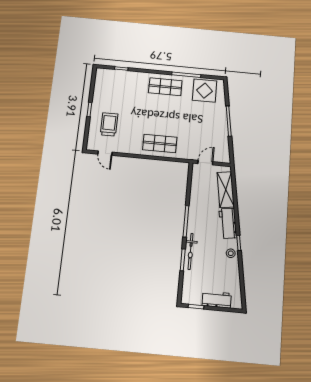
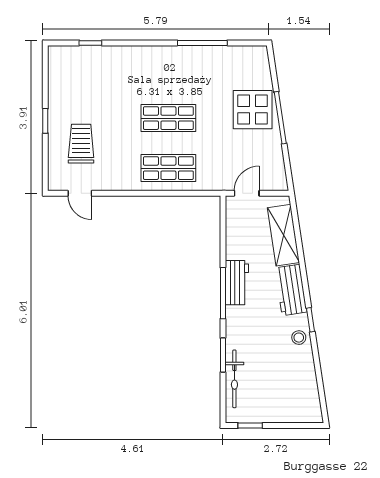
shop shelf: (165, 87) -> (168, 118), moved
display table: (205, 91) -> (253, 110), moved
bicycle: (191, 251) -> (234, 379), moved
workbench: (217, 300) -> (237, 283), moved, turned 90

